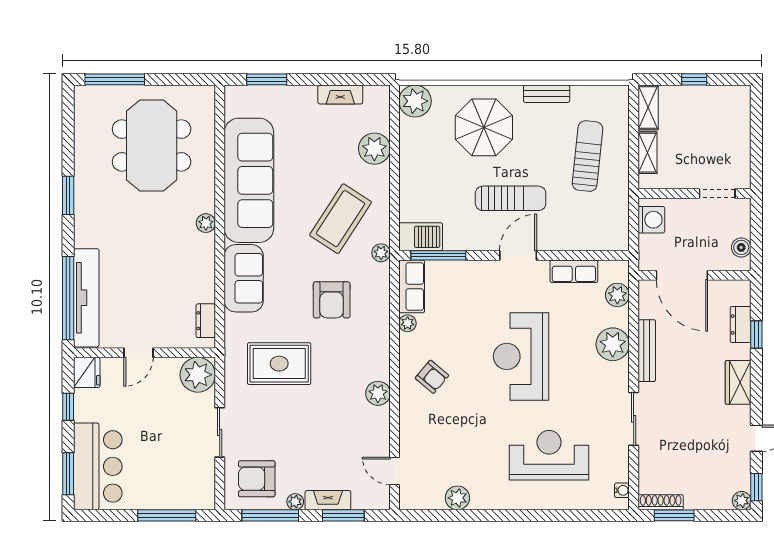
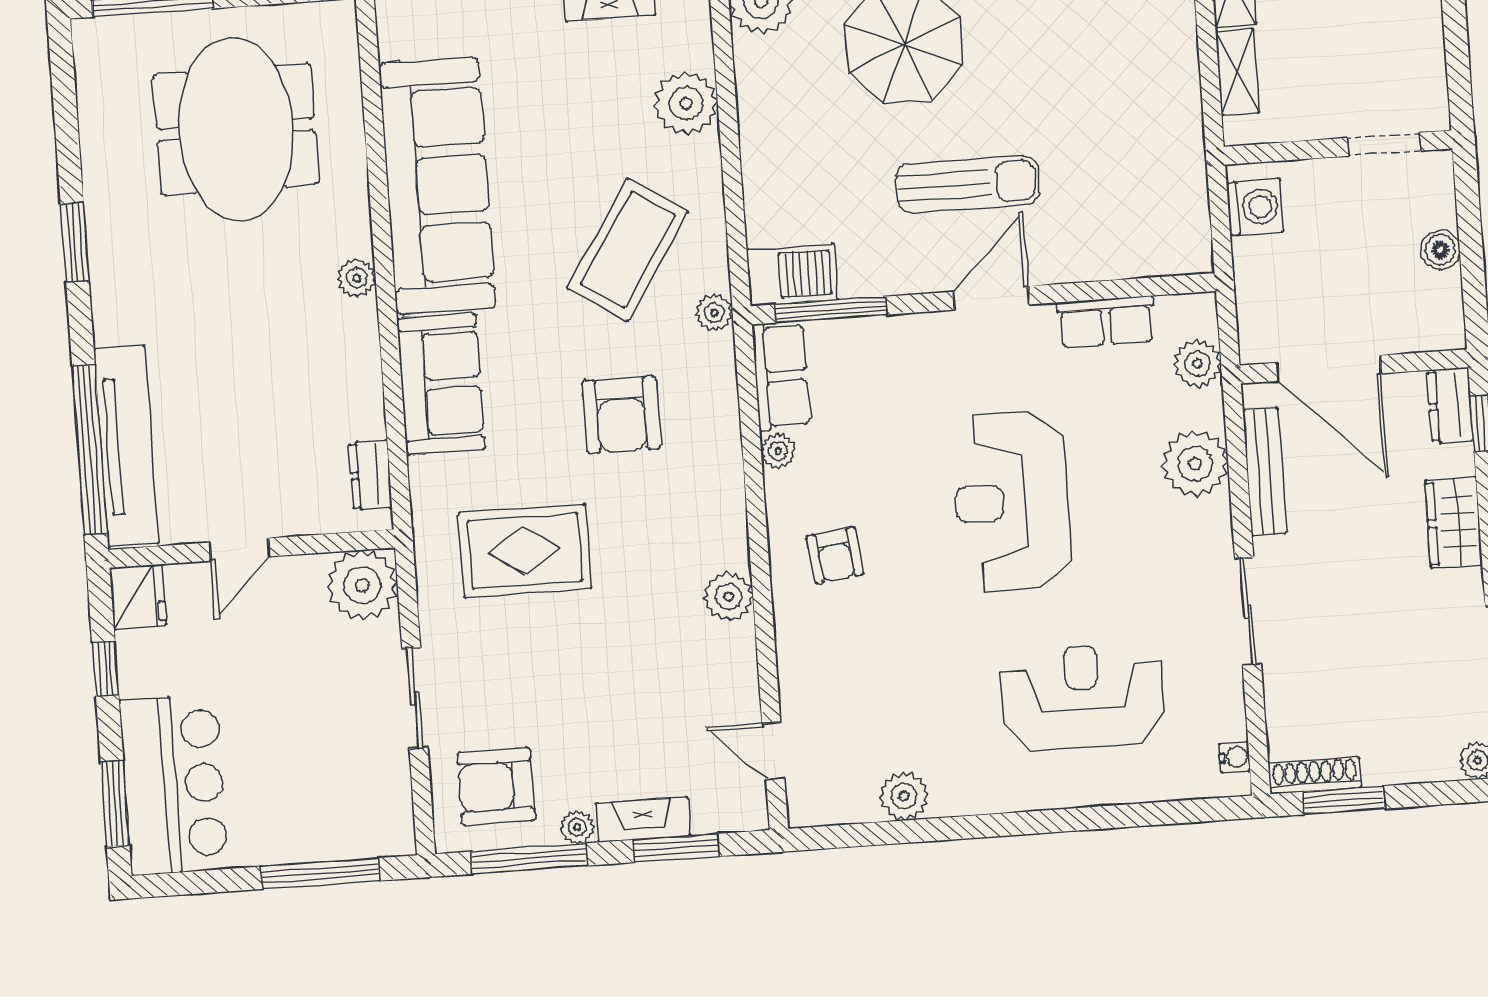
sun lounger: (588, 156) -> (1117, 88), removed
door: (682, 275) -> (1329, 368), moved
wall: (694, 275) -> (1354, 366), moved
armchair: (432, 377) -> (835, 556), turned 43

